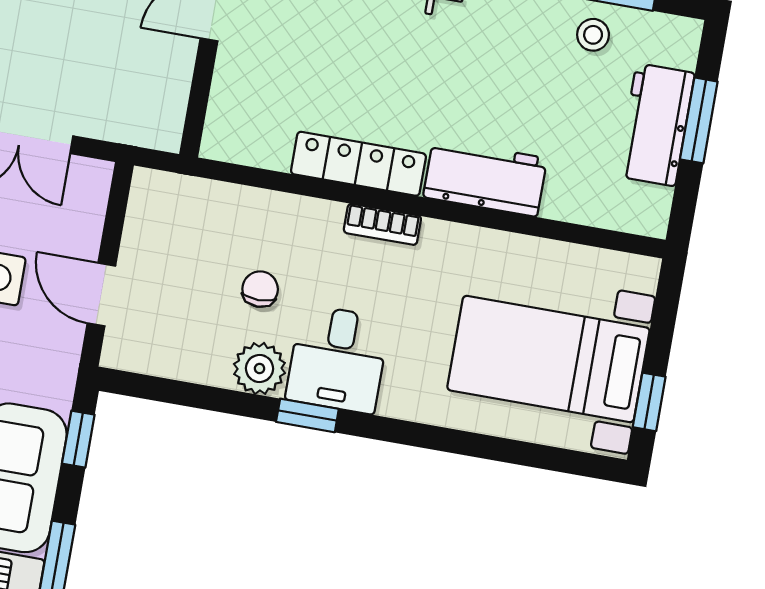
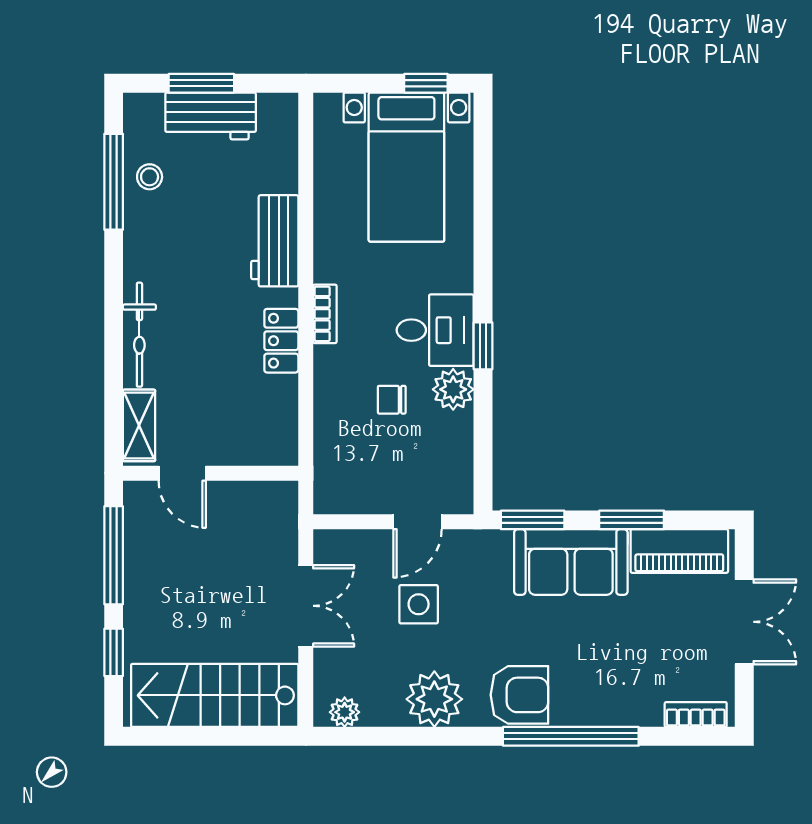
locker: (358, 164) -> (281, 341), width x0.66
window: (78, 439) -> (533, 520), width x1.50

